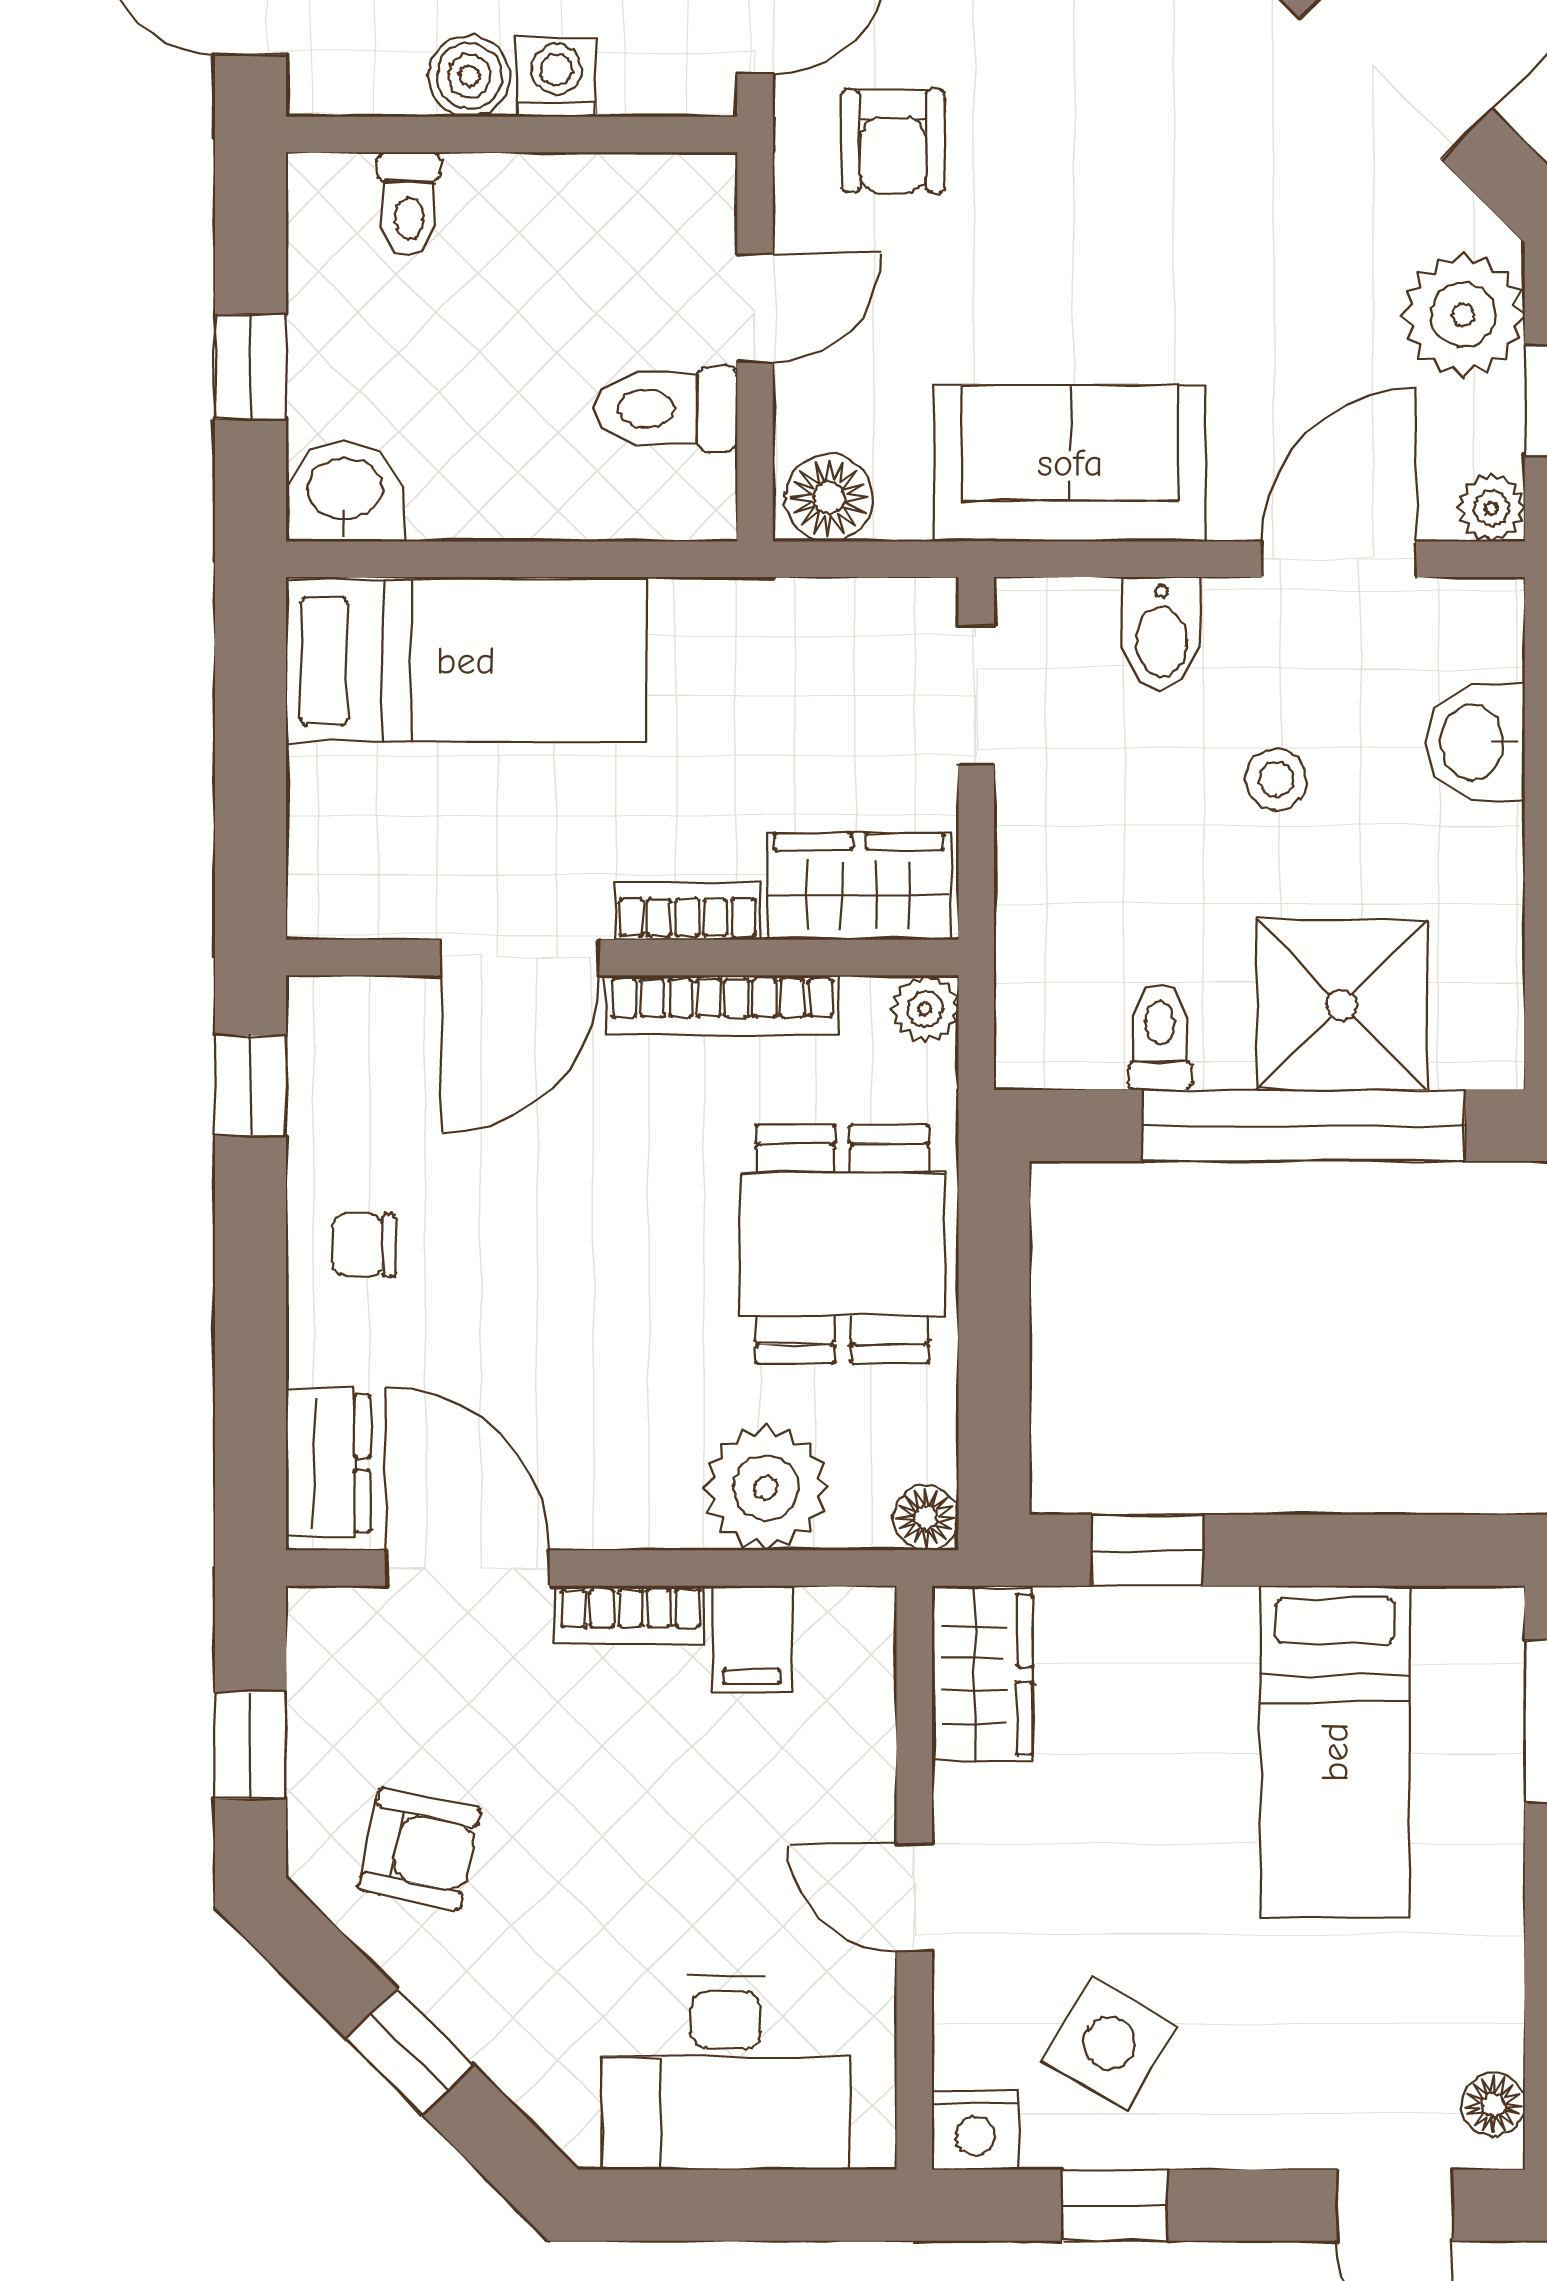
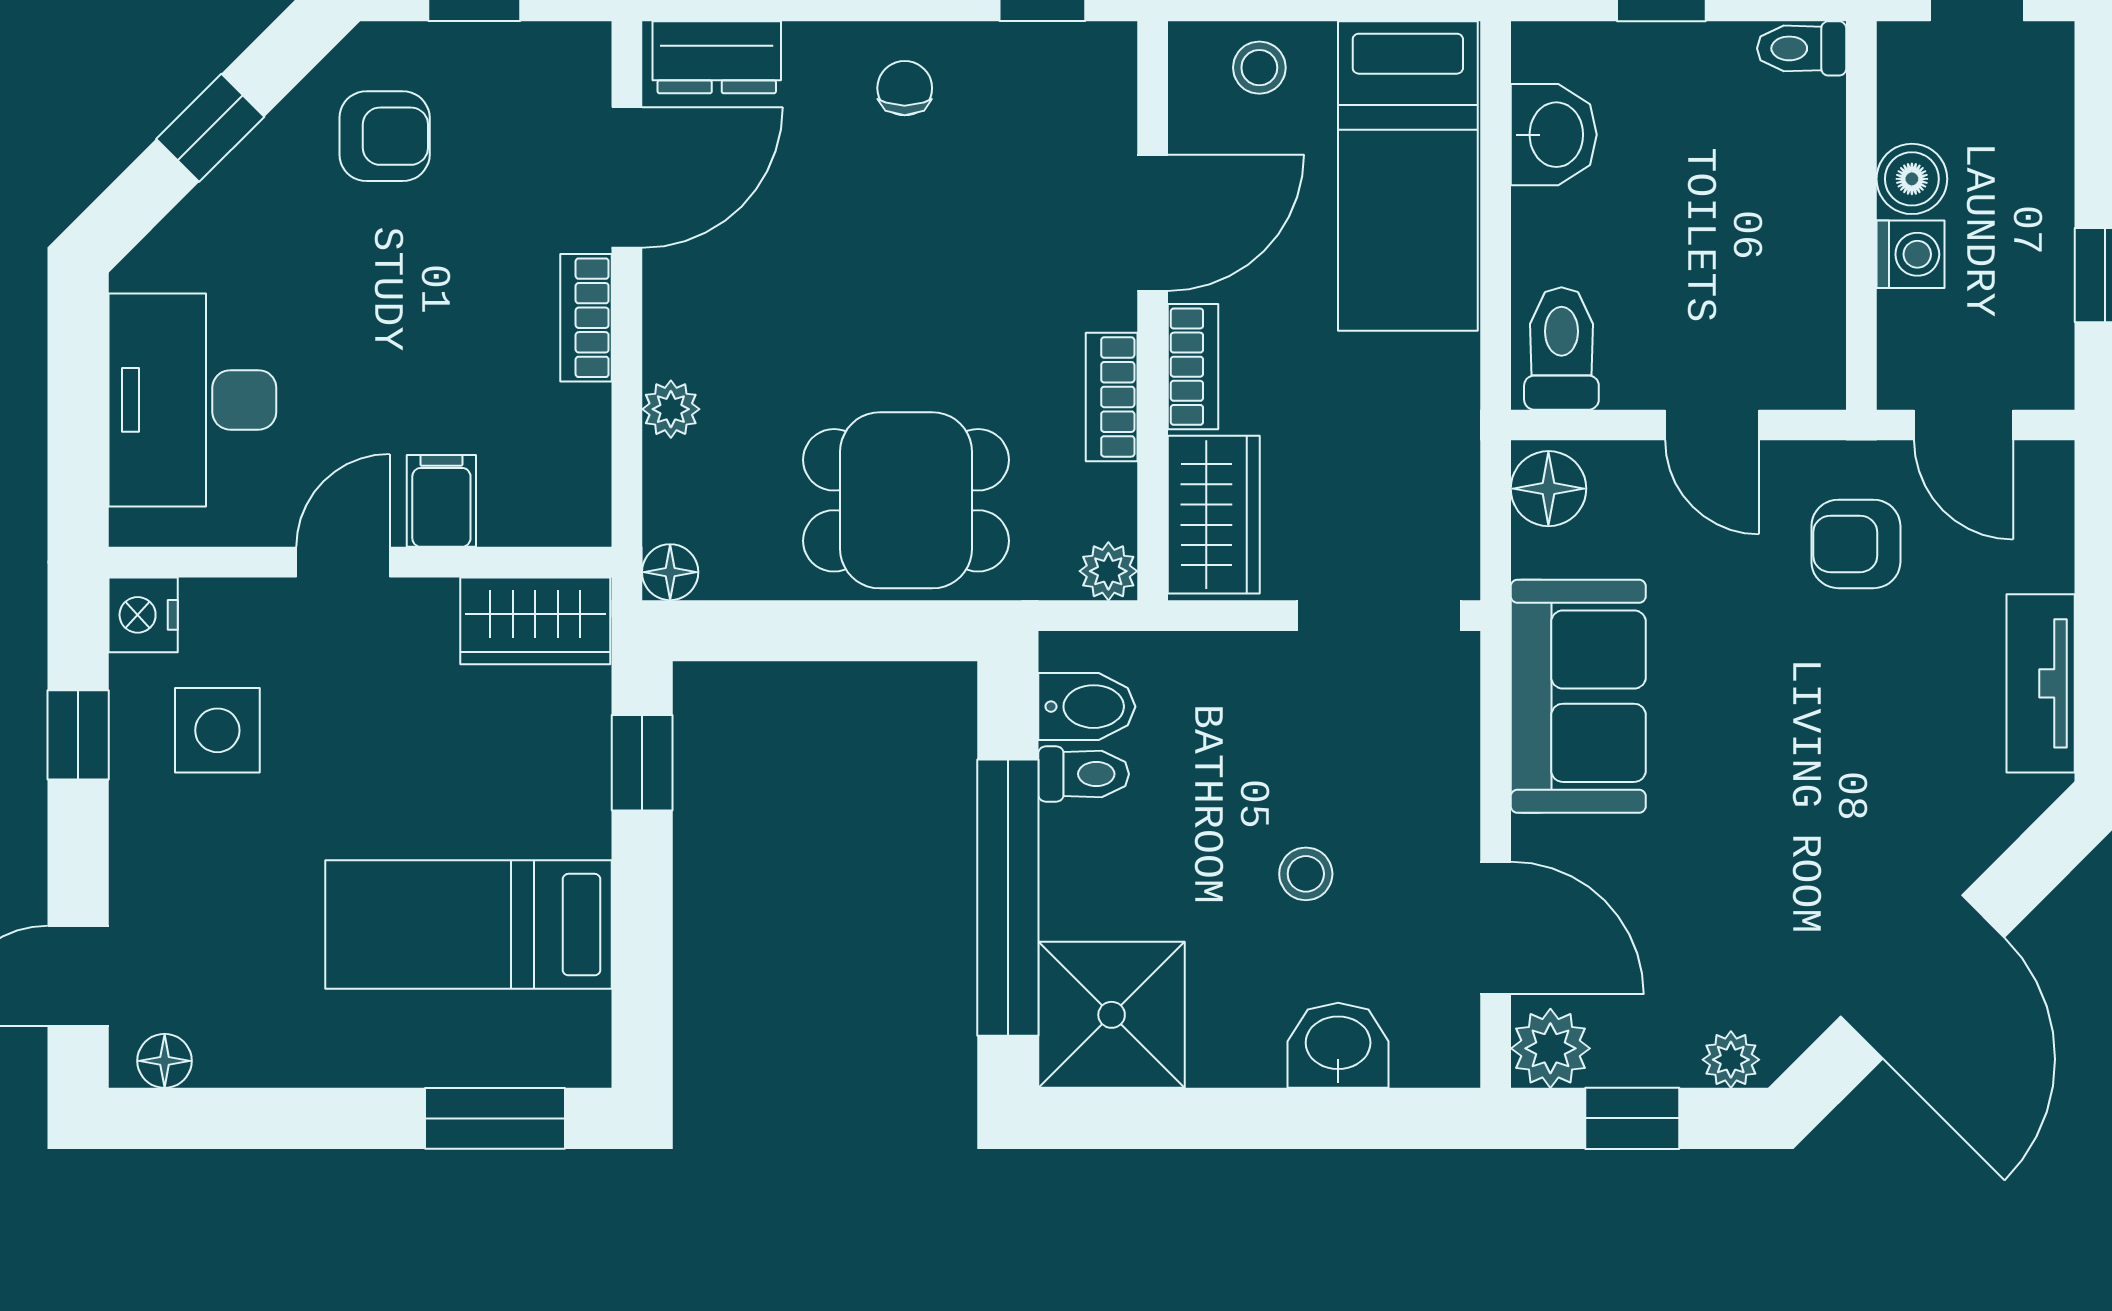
toilet: (409, 204) -> (1802, 48), moved
plant: (1463, 315) -> (1731, 1060), width x0.53, depth x0.53
toilet: (666, 409) -> (1561, 348), moved
washbasin: (345, 492) -> (1554, 135), moved
plant: (1491, 508) -> (1550, 1048), width x1.38, depth x1.38
bidet: (1161, 633) -> (1087, 707), moved, turned 180
doorway: (976, 695) -> (1379, 616), width x1.38
stool: (340, 834) -> (1259, 68), added
door: (520, 957) -> (1153, 223), swing flipped
bookcase: (722, 1005) -> (1112, 397), width x0.64
shower: (1341, 1005) -> (1112, 1015), moved
plant: (766, 1488) -> (671, 409), width x0.53, depth x0.53
filing cabinet: (752, 1639) -> (441, 501), moved, turned 90
armchair: (420, 1849) -> (385, 136), turned -102
side table: (1109, 2043) -> (217, 730), turned -30

